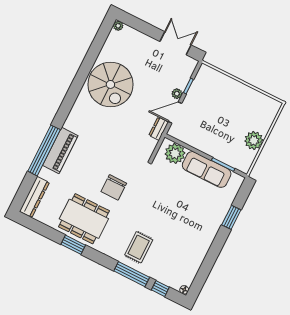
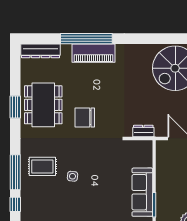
dresser: (159, 129) -> (143, 131), moved
plant: (175, 153) -> (142, 157), removed
side table: (161, 225) -> (72, 176), added

